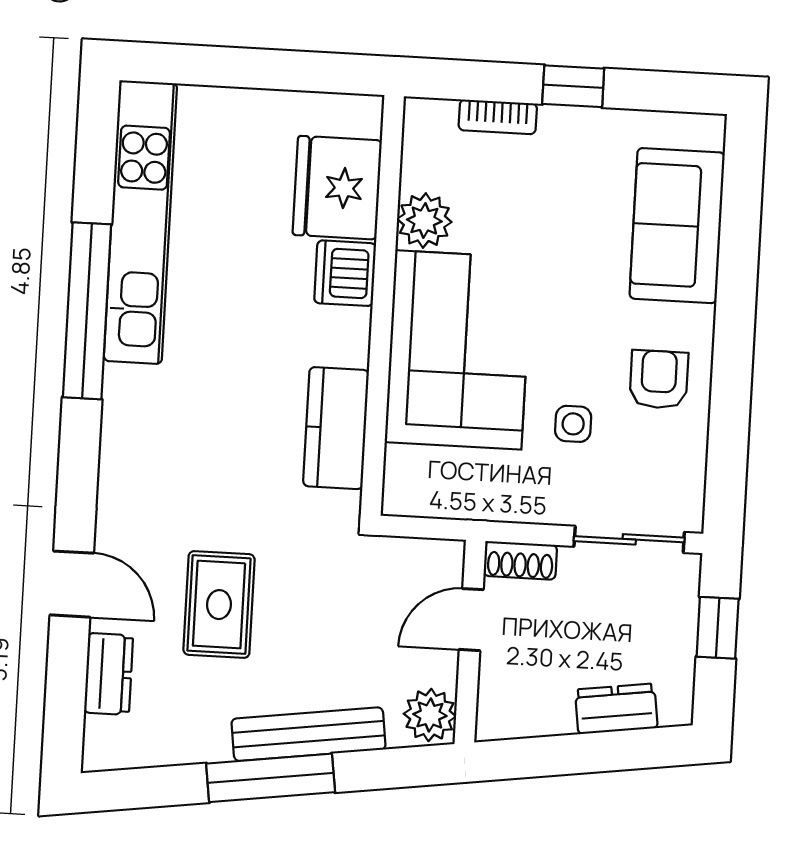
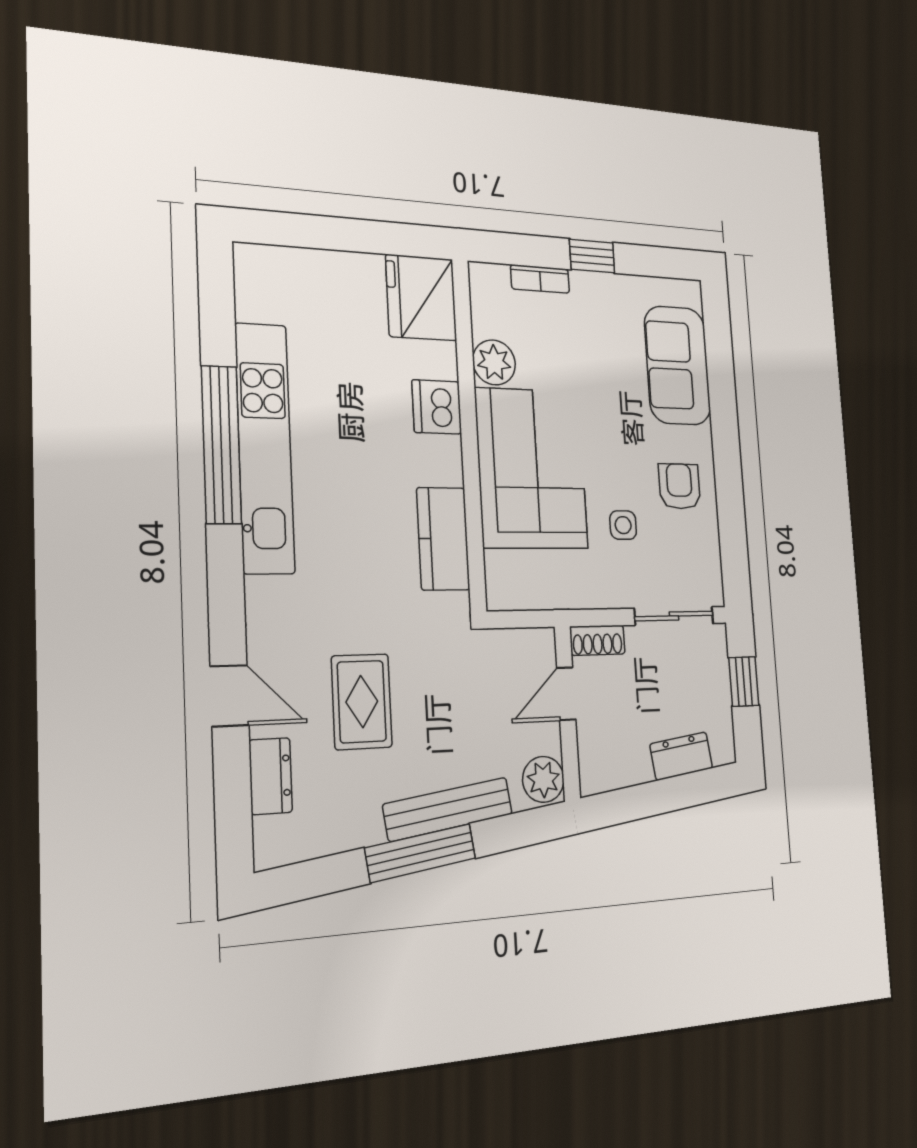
fridge: (337, 188) -> (421, 298), moved
kitchen unit: (140, 222) -> (265, 448), moved

